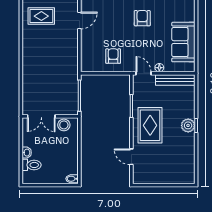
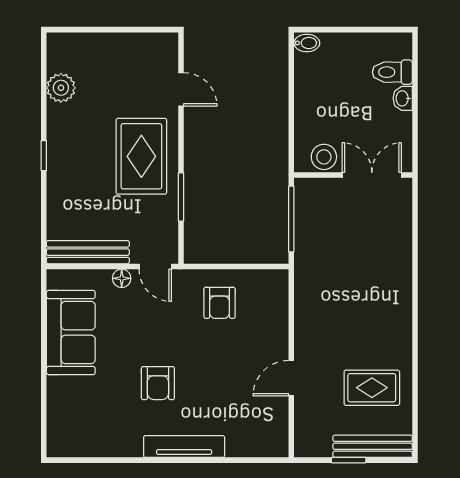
plant: (188, 125) -> (61, 88), moved

